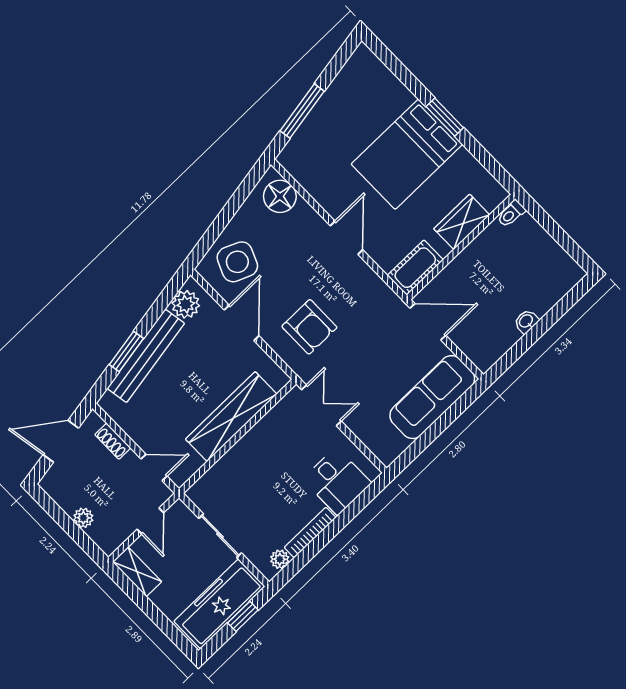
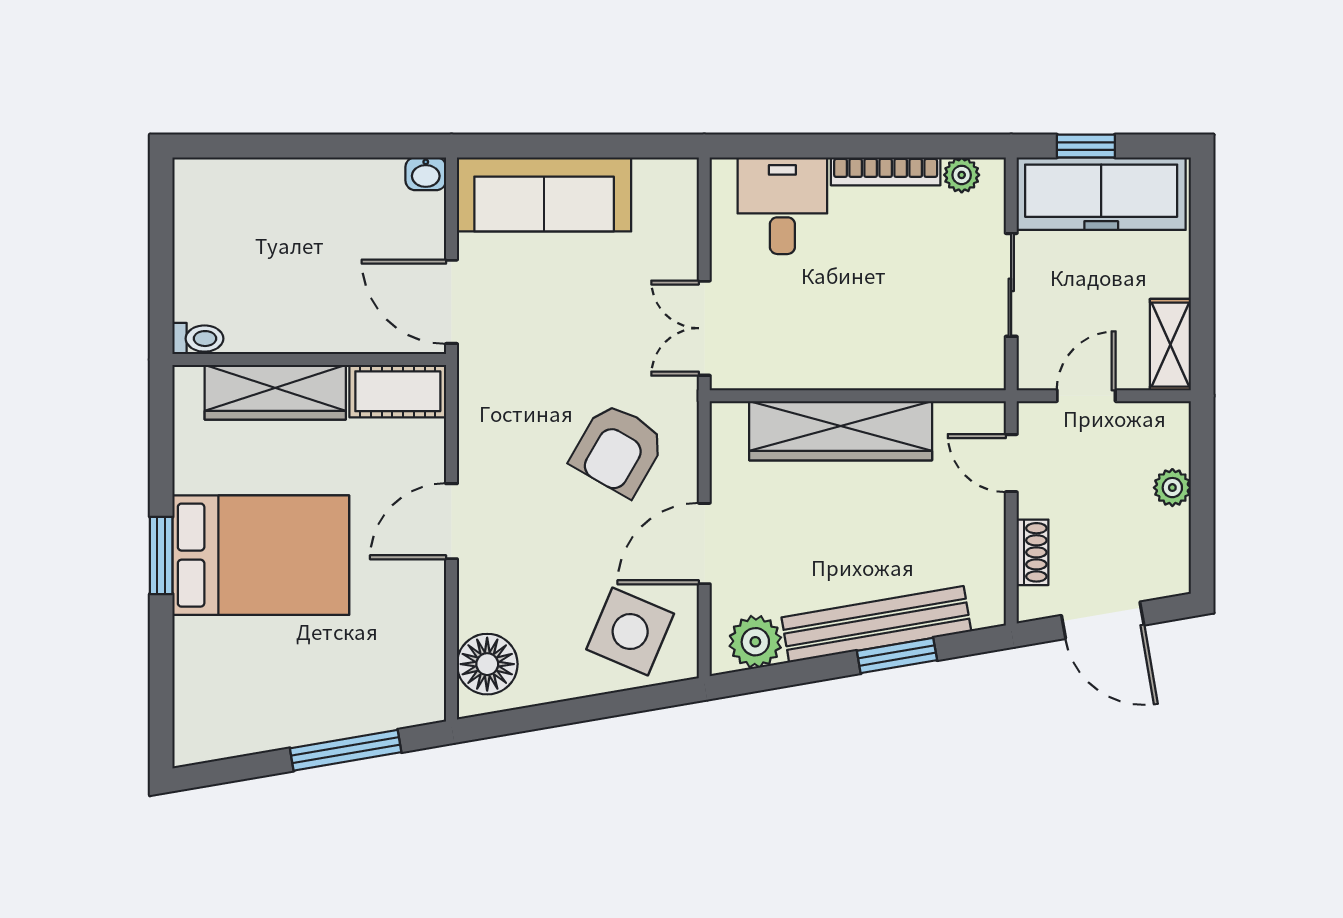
wardrobe: (462, 222) -> (275, 392), width x1.50
washbasin: (526, 321) -> (426, 174), moved
armchair: (309, 327) -> (618, 450), turned -150

